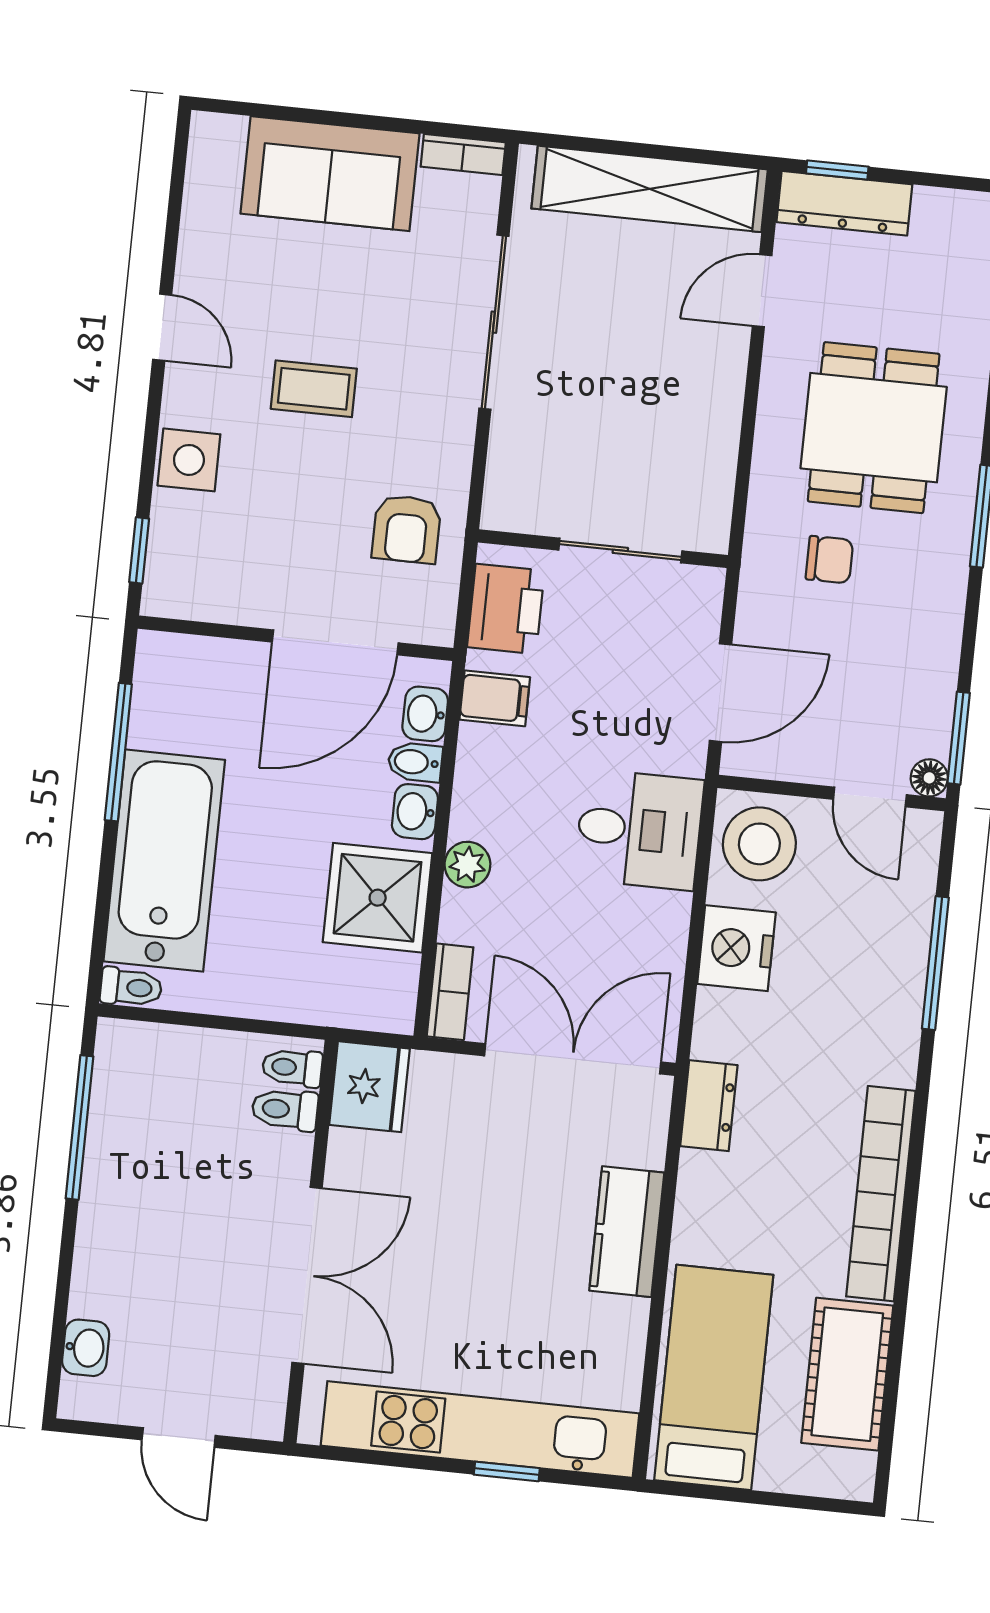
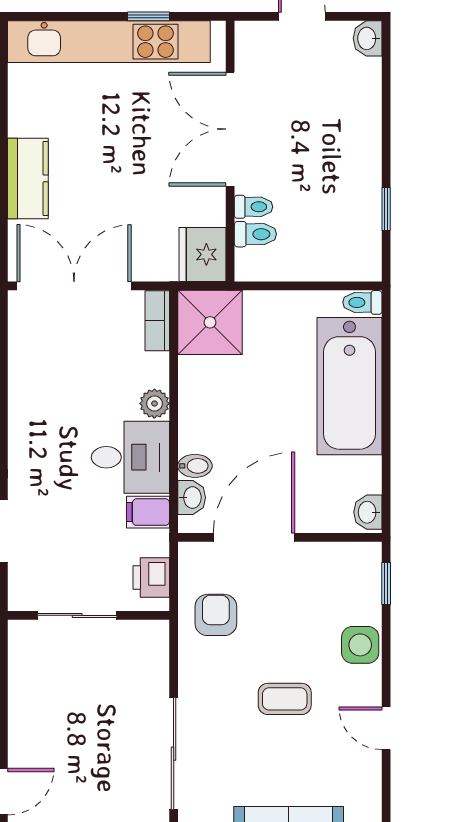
printer: (506, 609) -> (151, 578), width x0.73, depth x0.81
window: (118, 752) -> (386, 453), removed
washbasin: (415, 812) -> (368, 512), moved, turned 180
desk: (639, 830) -> (130, 457), moved, turned 180
shower: (378, 898) -> (210, 322), moved
double door: (573, 1059) -> (74, 286), swing flipped
toilet: (292, 1068) -> (254, 207), moved
window: (80, 1127) -> (386, 209), width x0.46
washbasin: (86, 1348) -> (368, 38), moved
window: (507, 1471) -> (148, 16), moved

